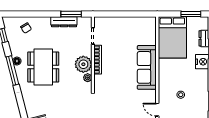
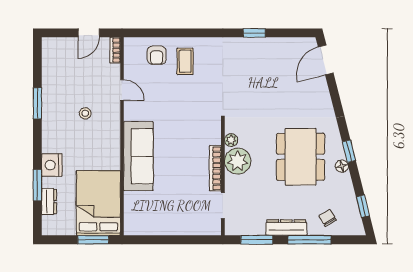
window: (38, 14) -> (309, 240), added
window: (191, 14) -> (93, 240), moved
dresser: (64, 22) -> (286, 228), moved
window: (12, 71) -> (349, 151), width x0.46

